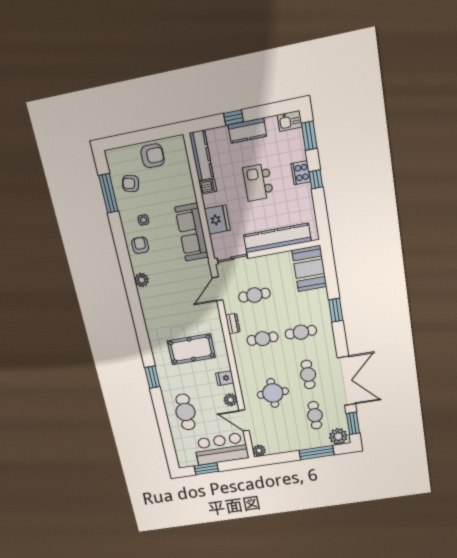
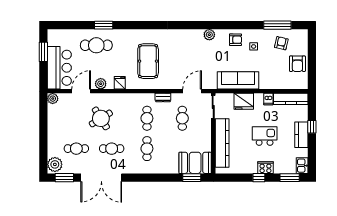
door: (218, 289) -> (192, 91), hinge flipped
window: (336, 310) -> (192, 178), moved
window: (152, 377) -> (104, 25), moved
round table: (273, 393) -> (101, 118), turned -32
window: (316, 453) -> (43, 145), removed

